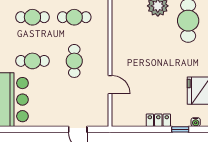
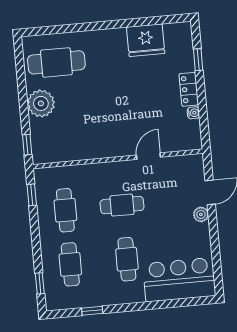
plant: (62, 121) -> (201, 214), added
water cooler: (196, 122) -> (193, 113), moved

